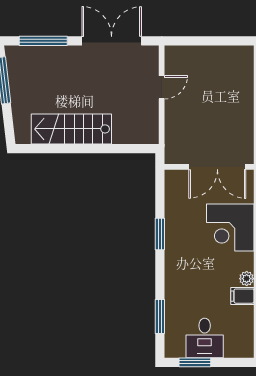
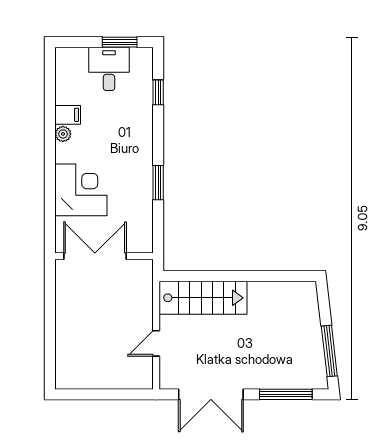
stairs: (71, 129) -> (203, 298), moved
window: (160, 316) -> (158, 92), width x0.67

